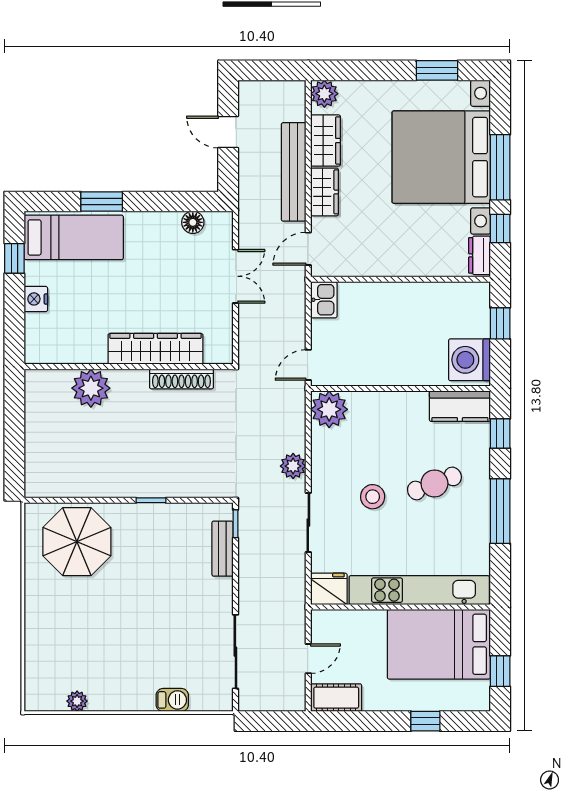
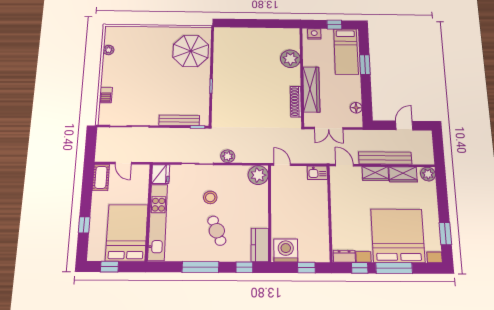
wardrobe: (155, 349) -> (311, 89), moved
wall: (129, 367) -> (302, 76), moved
shoe rack: (181, 379) -> (296, 102), moved
plant: (91, 388) -> (290, 59), moved
bench: (222, 549) -> (179, 120), width x1.36

